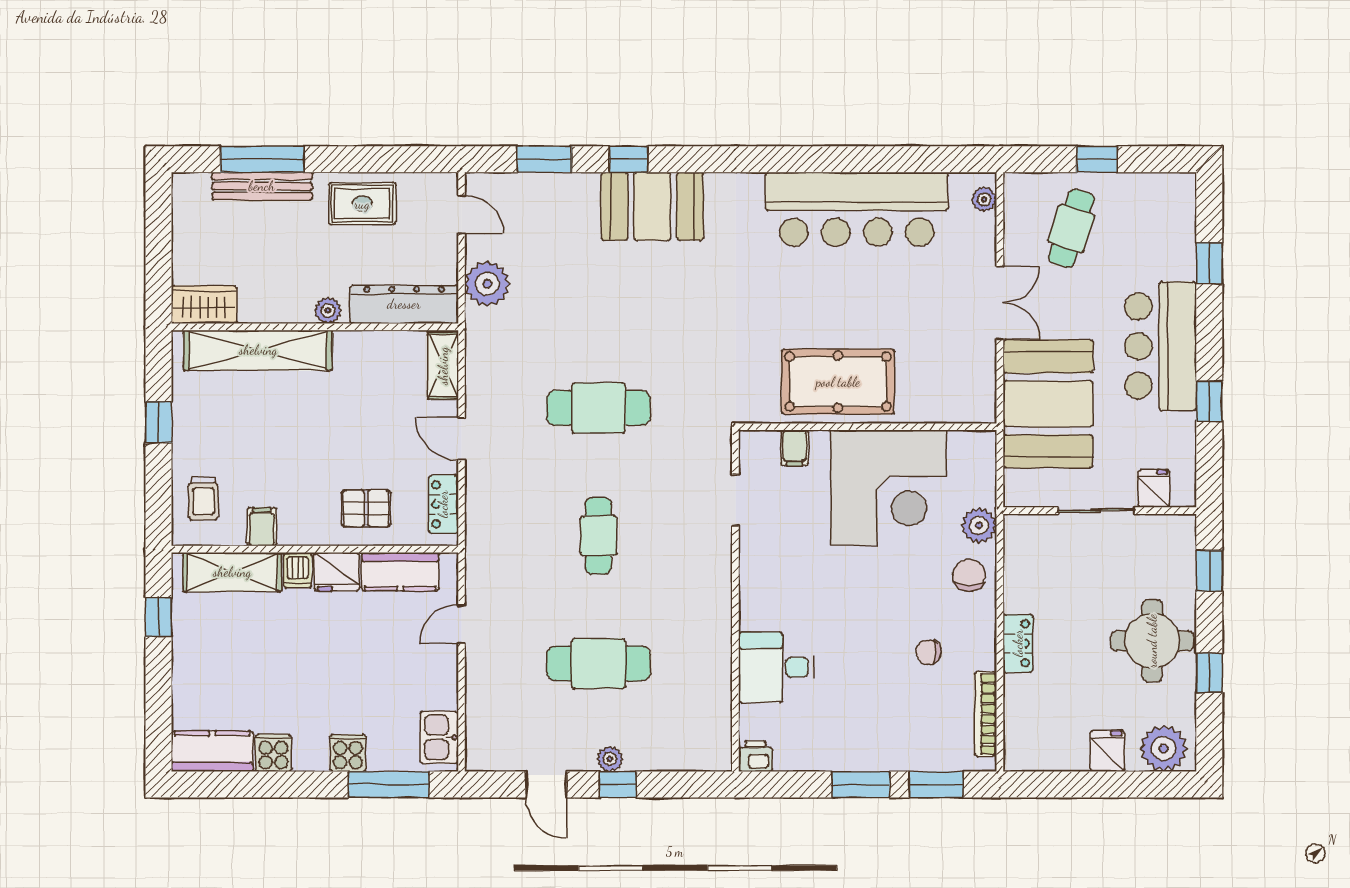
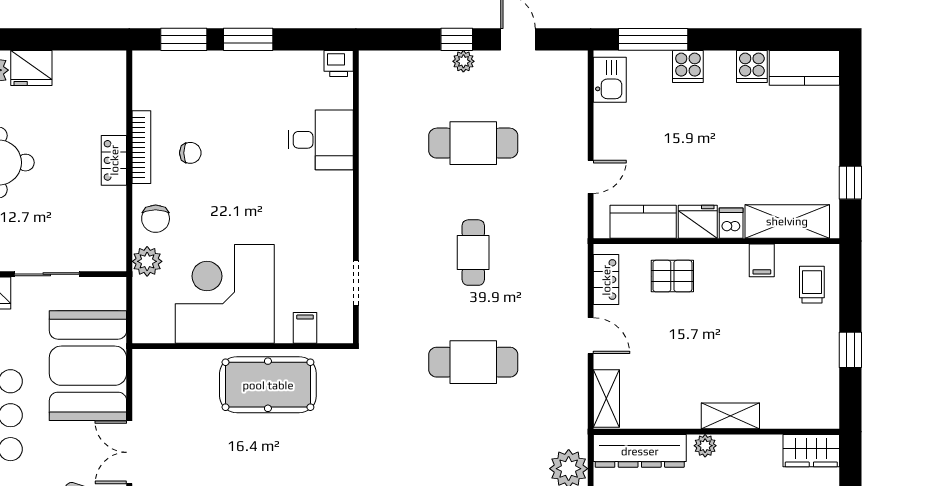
shelving: (258, 350) -> (730, 416), width x0.45, depth x0.75
bookcase: (986, 714) -> (141, 147), moved
fridge: (1107, 751) -> (31, 68), width x1.38

